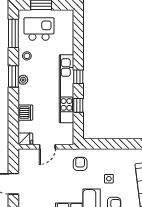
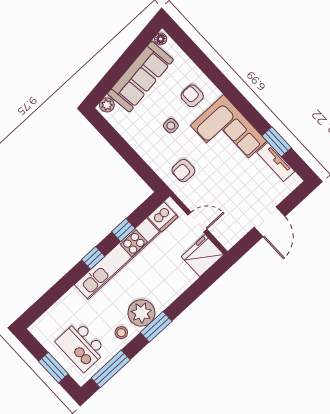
plant: (23, 80) -> (141, 313), width x1.87, depth x1.87
dishwasher: (25, 113) -> (163, 217), moved, turned 180
fridge: (25, 139) -> (203, 256), width x1.88, depth x1.34

